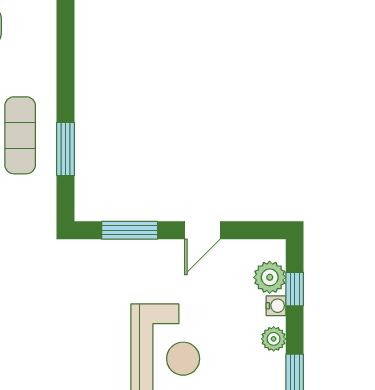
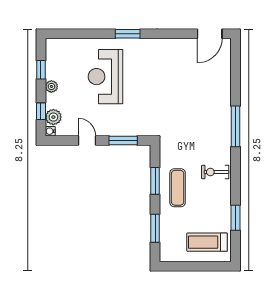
window: (66, 54) -> (155, 228), added
door: (202, 230) -> (87, 140), hinge flipped
water cooler: (276, 306) -> (50, 131), moved

